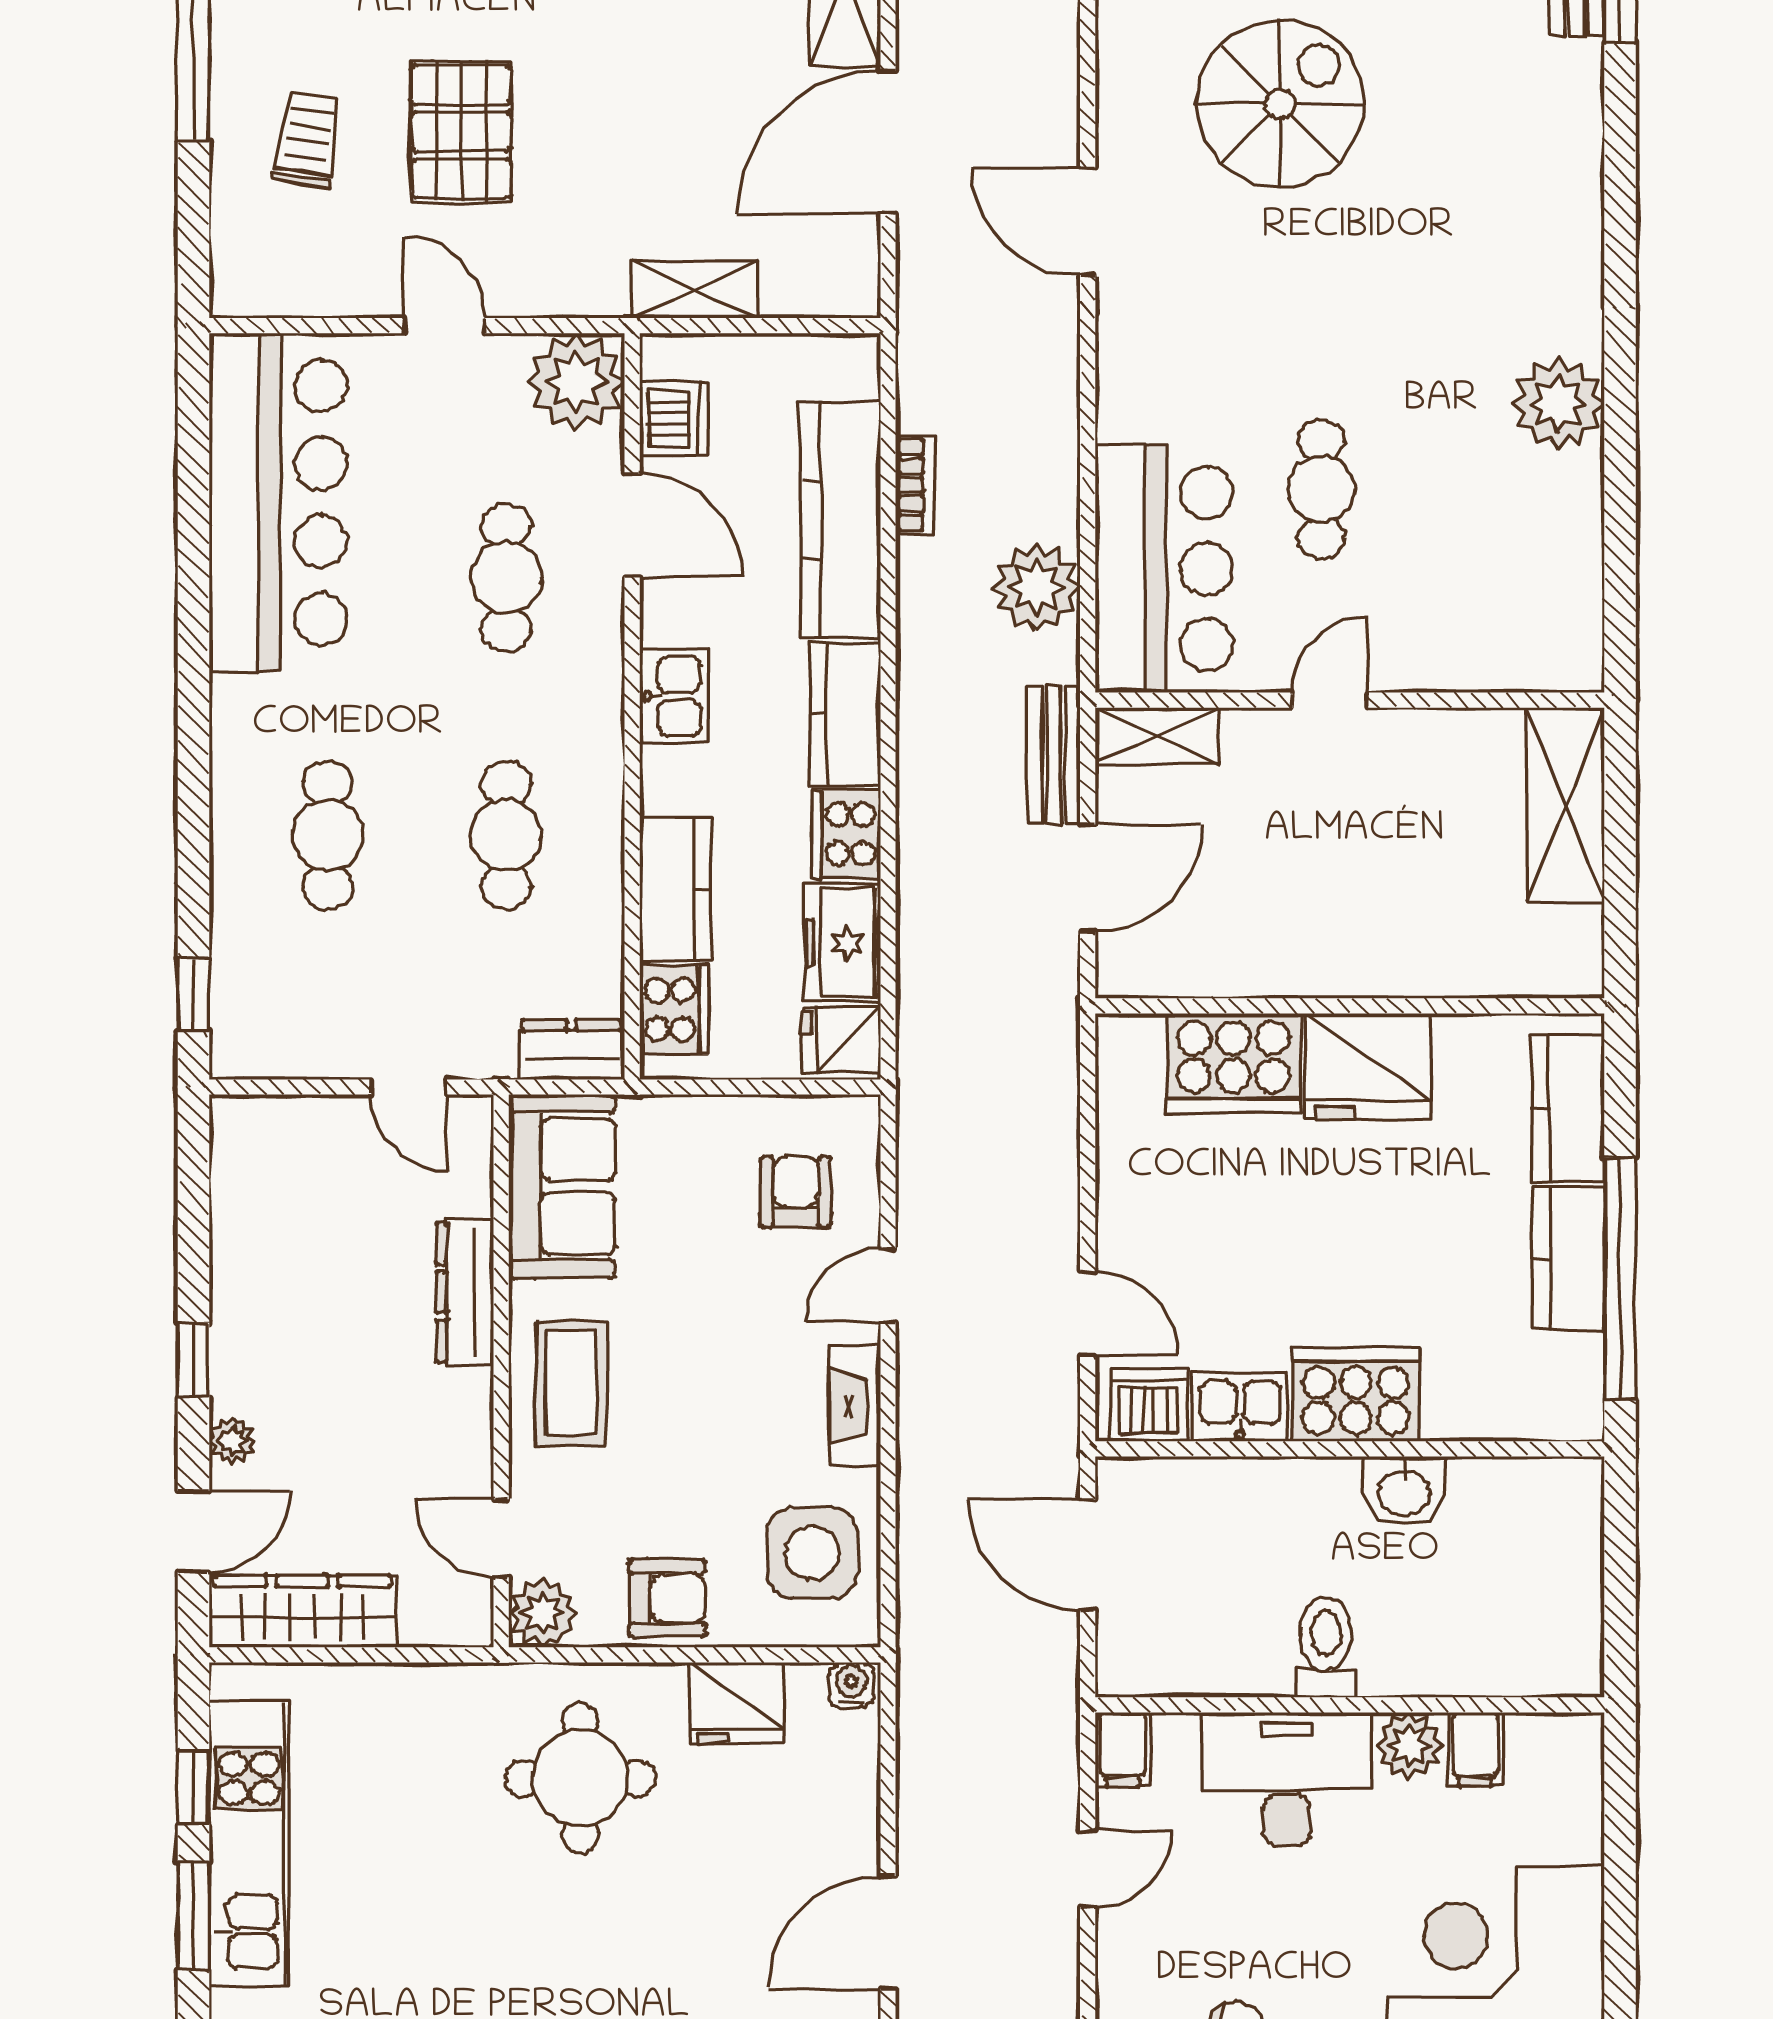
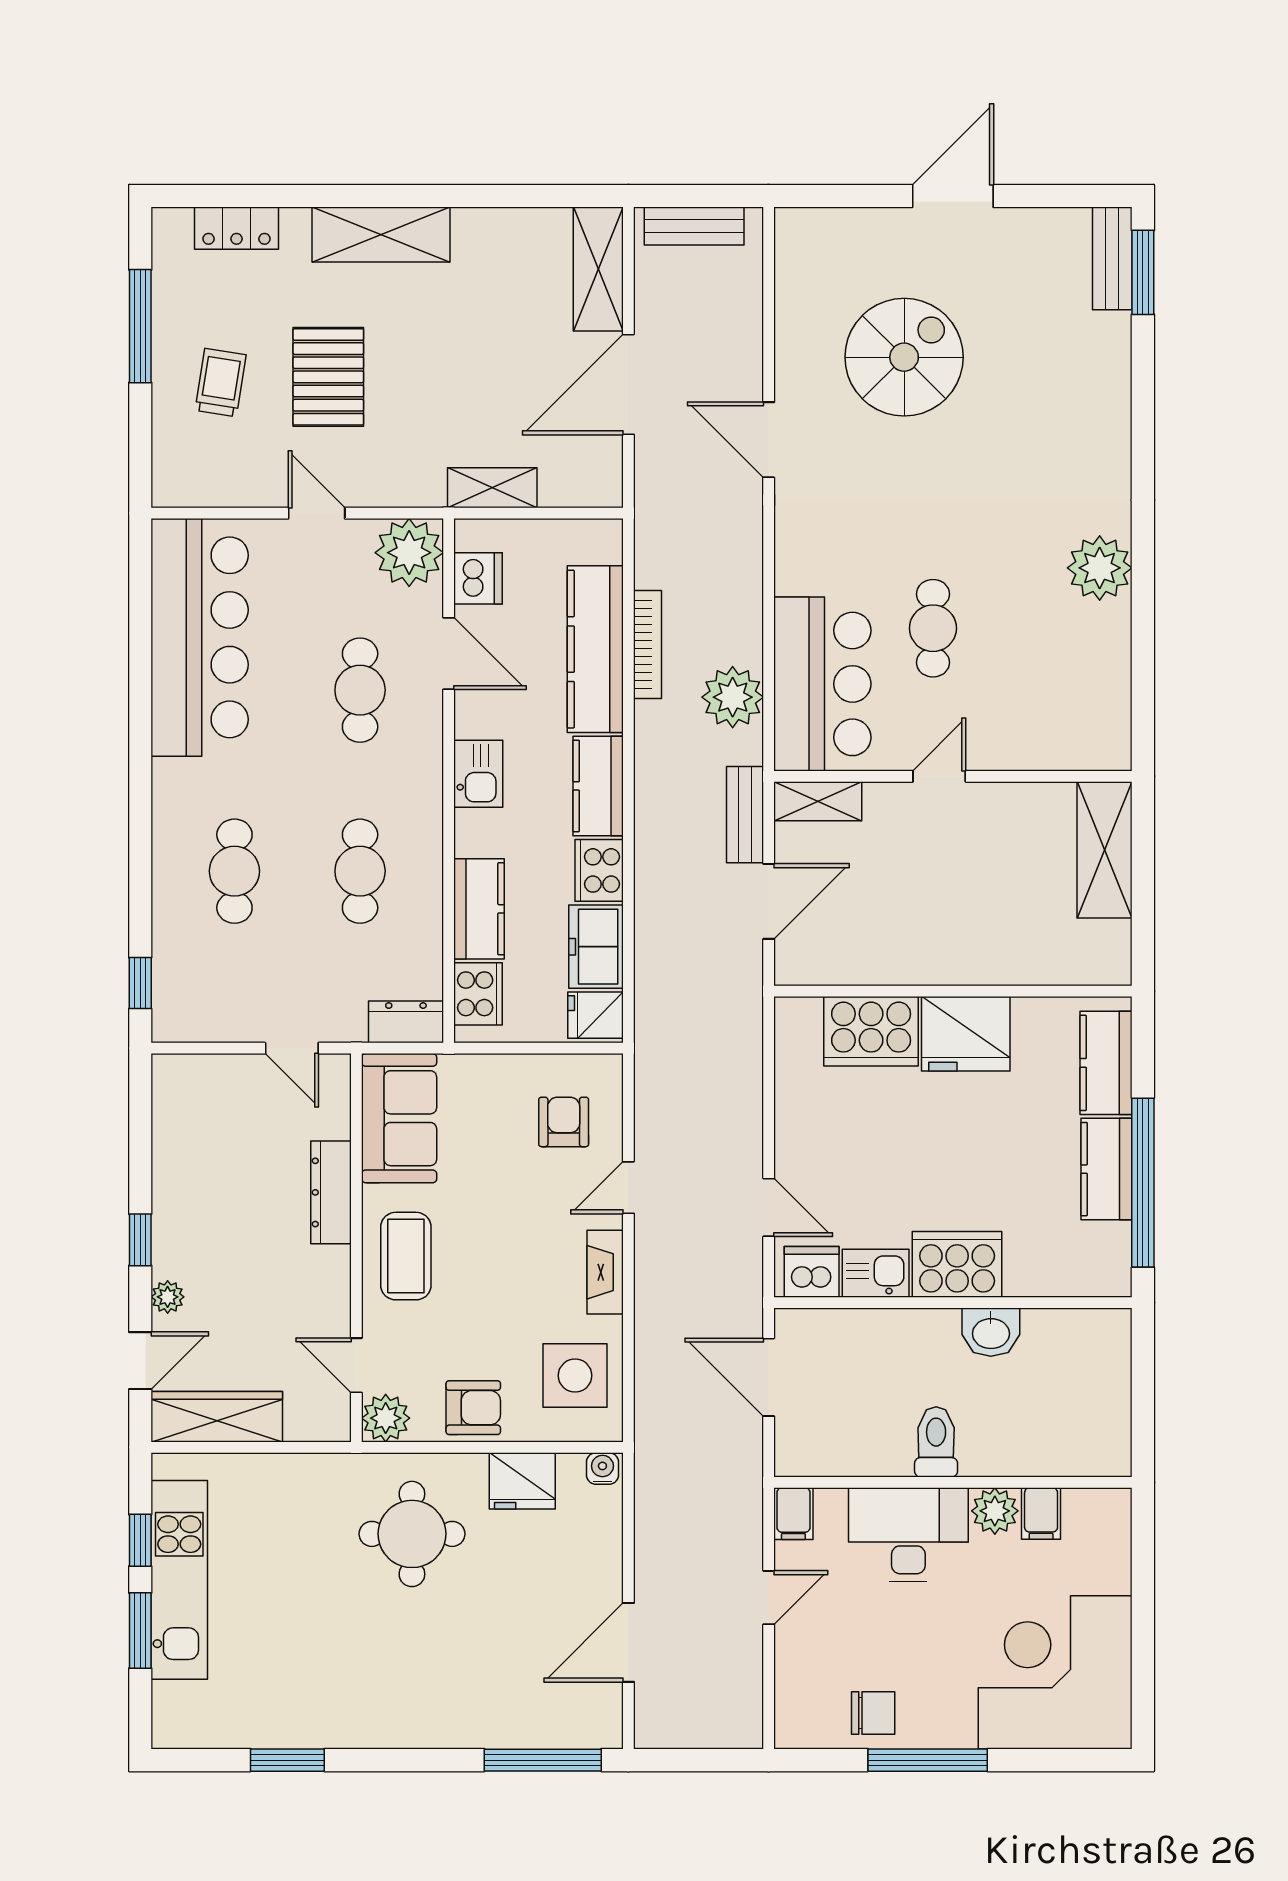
bookcase: (915, 485) -> (647, 645), width x1.56

